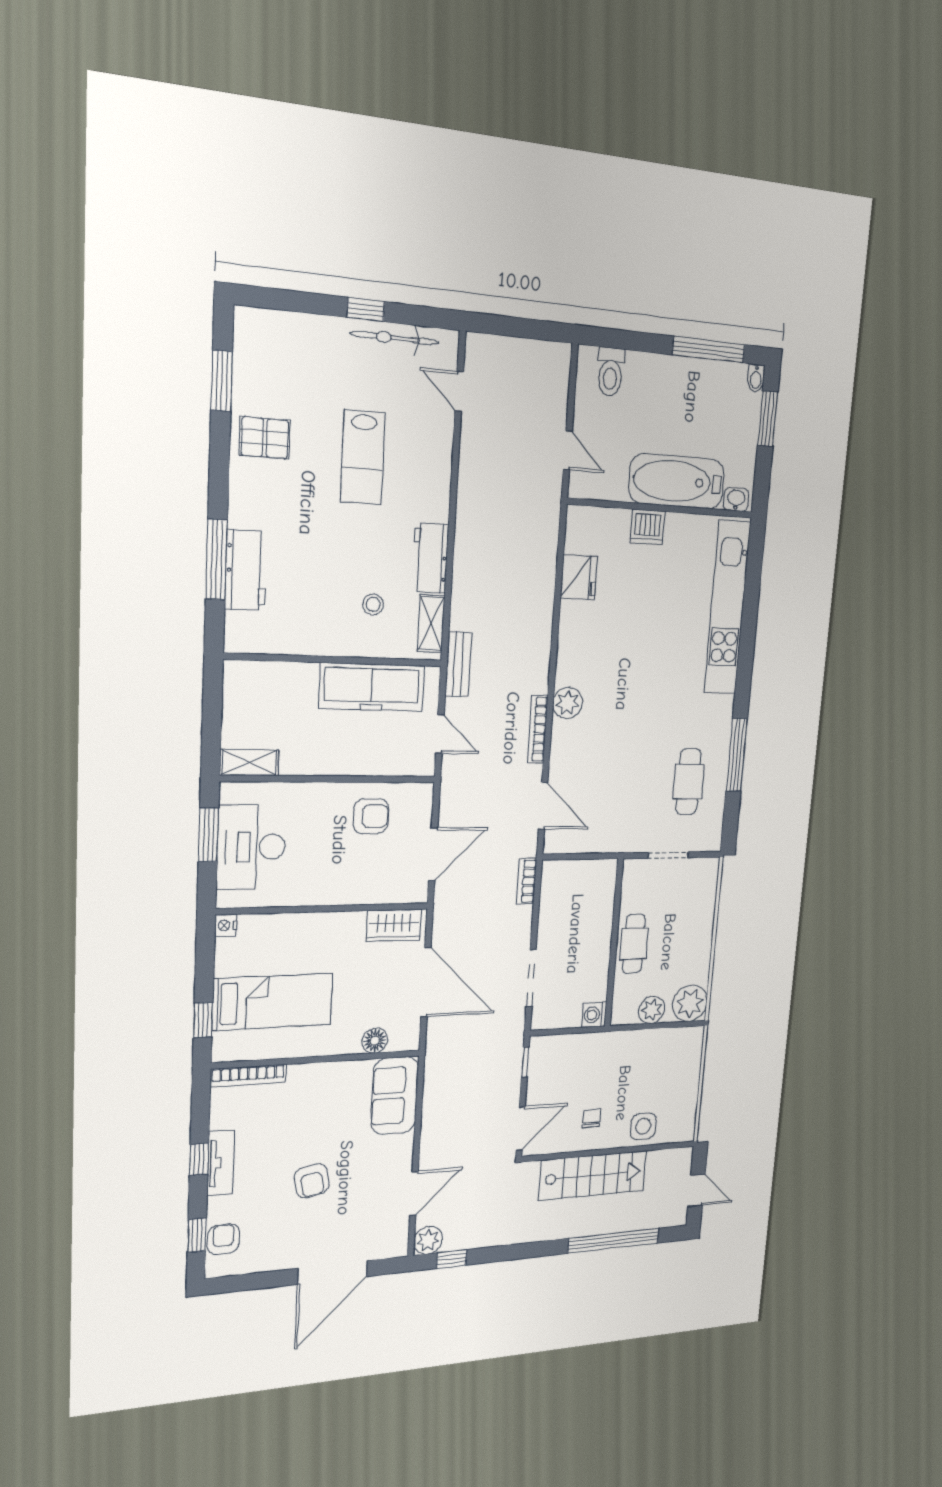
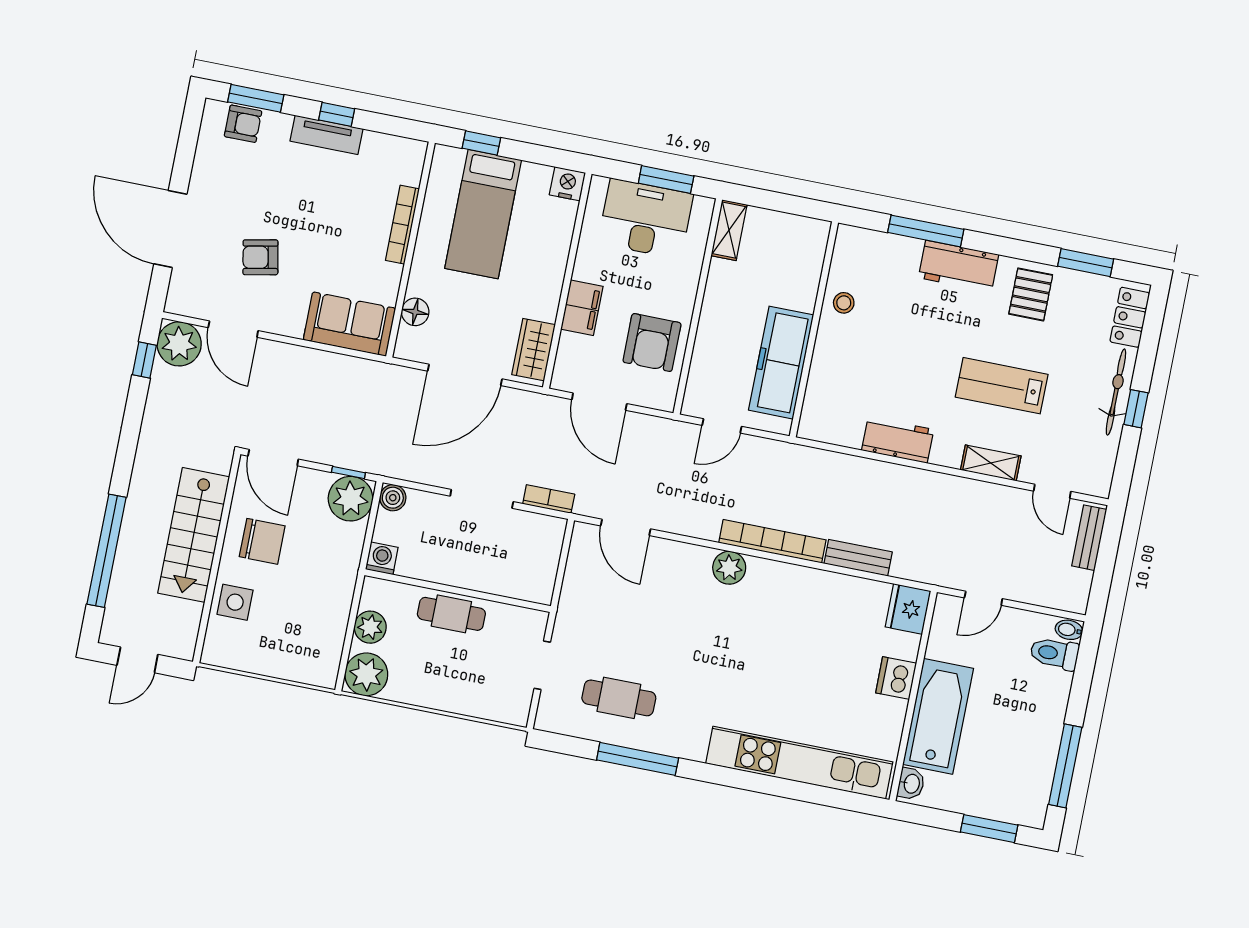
locker: (272, 325) -> (1130, 317), added
bicycle: (395, 338) -> (1116, 392), moved
bench: (499, 347) -> (1089, 538), added
bidet: (756, 378) -> (1069, 630), moved
door: (459, 391) -> (1052, 491), swing flipped
workbench: (246, 570) -> (959, 266), moved
fridge: (579, 577) -> (908, 609), moved, turned 90
stool: (373, 604) -> (844, 303), moved
shelving: (431, 624) -> (991, 463), moved
bench: (458, 664) -> (858, 558), moved
bookcase: (538, 729) -> (772, 541), moved, width x1.48, depth x1.31
door: (543, 806) -> (626, 527), hinge flipped
armchair: (371, 816) -> (652, 343), width x1.38, depth x1.38
filing cabinet: (348, 889) -> (582, 308), added
nightstand: (226, 925) -> (567, 184), width x1.39, depth x1.35
doorway: (531, 978) -> (482, 499), moved
boiler: (542, 1018) -> (393, 498), added
plant: (547, 1054) -> (351, 499), added
bookcase: (248, 1076) -> (402, 225), moved
chair: (592, 1118) -> (262, 541), width x1.87, depth x1.87
armchair: (312, 1181) -> (260, 257), moved
window: (197, 1235) -> (256, 98), width x1.50
plant: (428, 1240) -> (179, 344), width x1.36, depth x1.36

